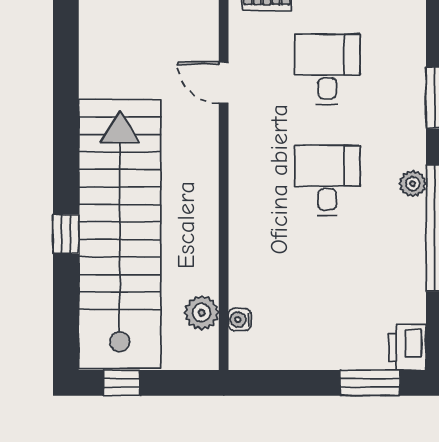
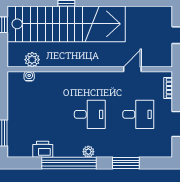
printer: (407, 347) -> (43, 149), moved

